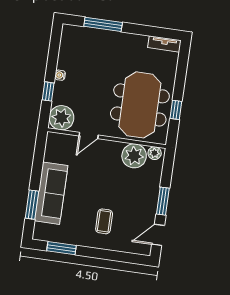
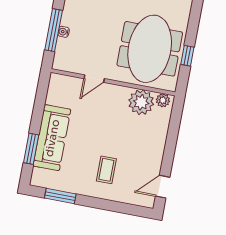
water cooler: (60, 75) -> (64, 32), moved
window: (48, 91) -> (54, 30), width x2.17
plant: (61, 118) -> (66, 59), removed
window: (163, 201) -> (169, 151), removed

